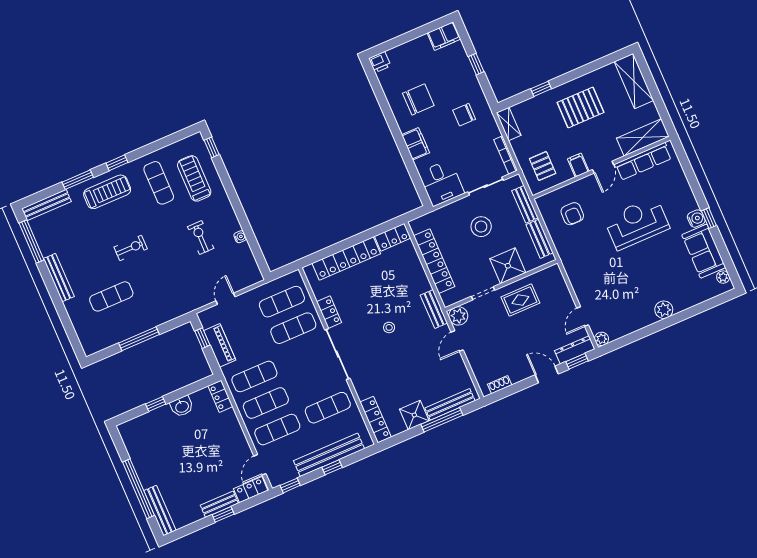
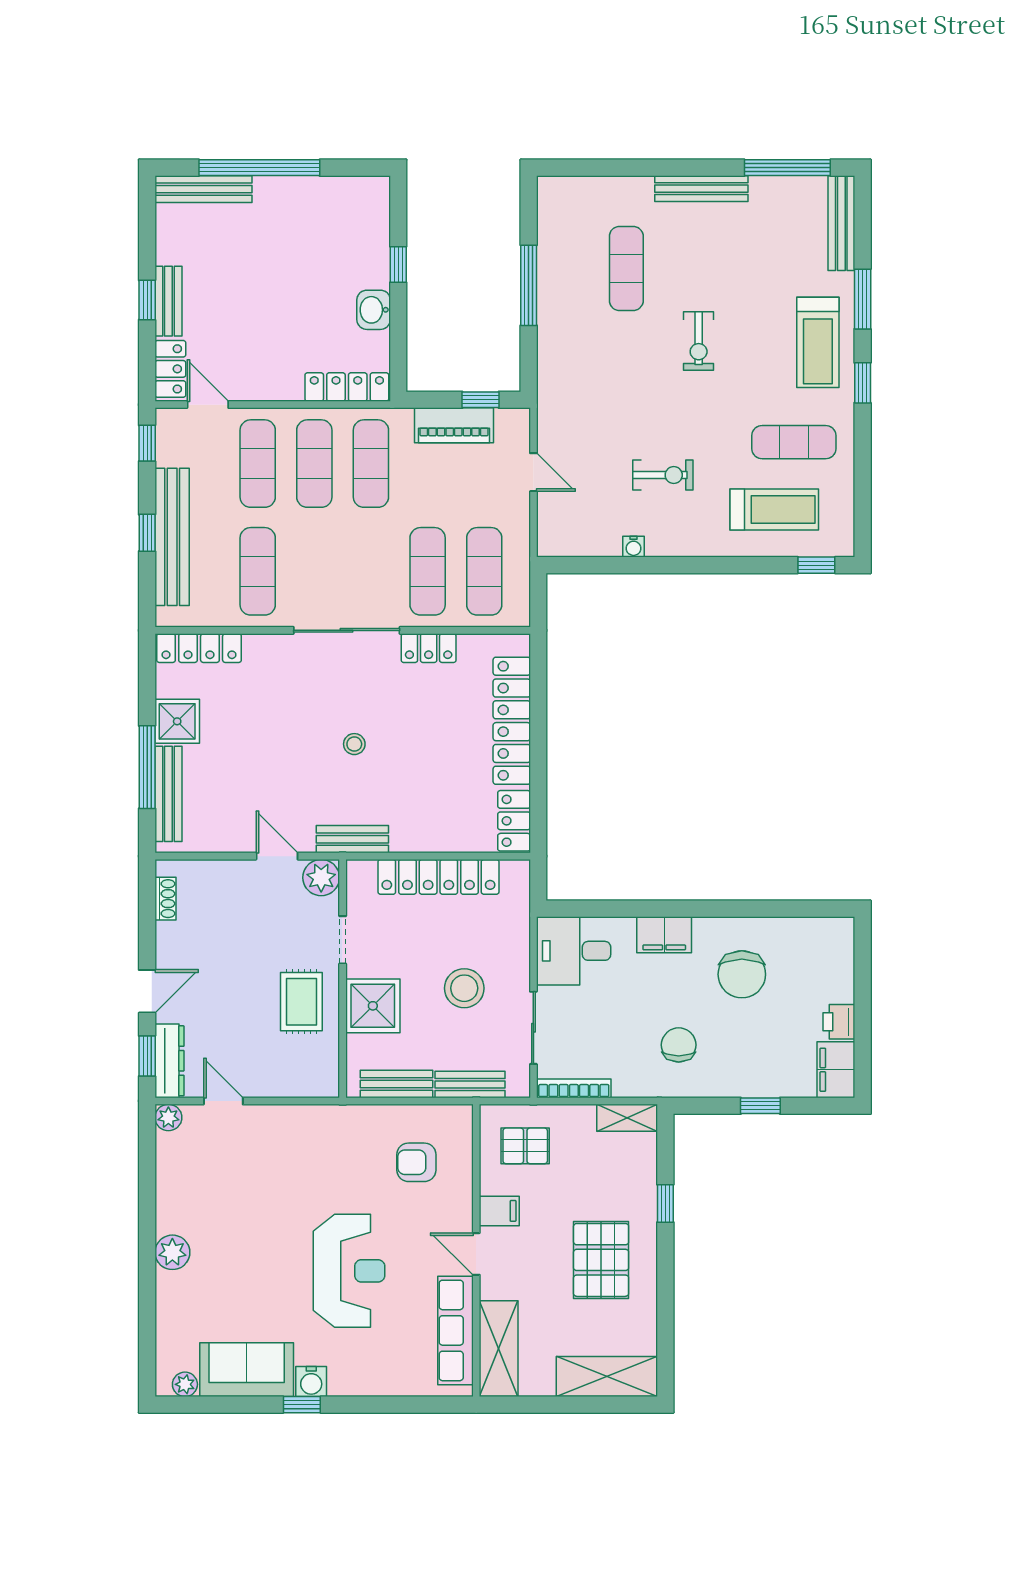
printer: (380, 62) -> (839, 1022), moved
locker: (220, 396) -> (347, 387), width x1.53

